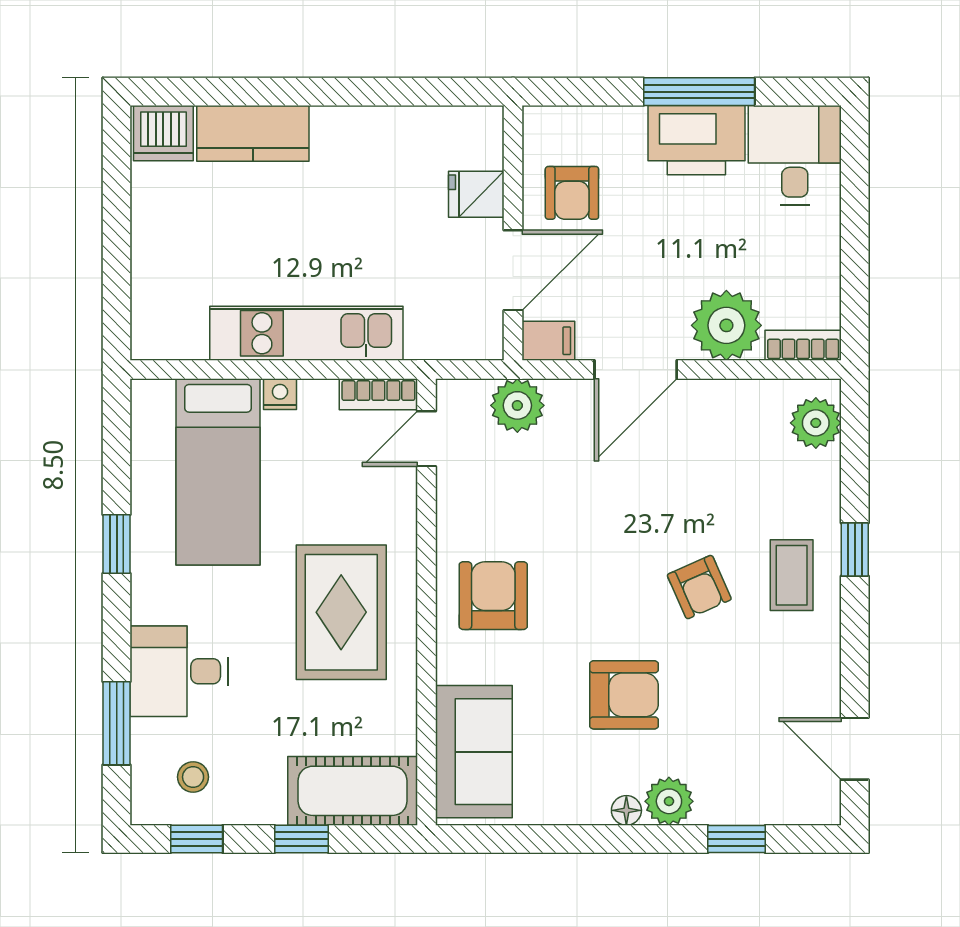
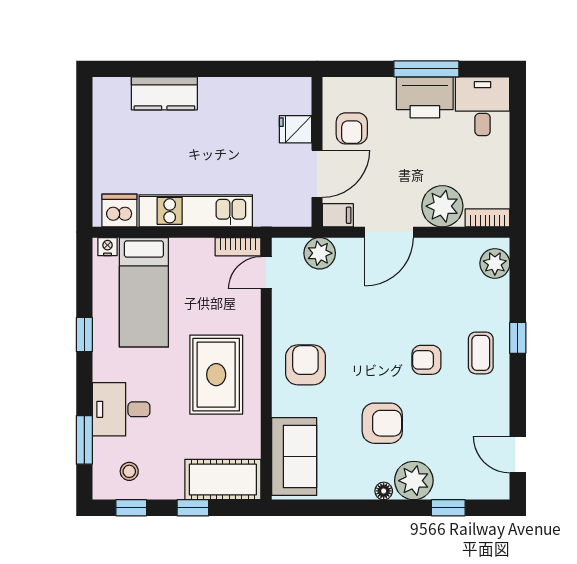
dishwasher: (163, 133) -> (119, 210), moved, turned 180
nightstand: (280, 394) -> (107, 247), moved
armchair: (699, 587) -> (426, 360), turned 114
plant: (669, 801) -> (414, 481), width x1.36, depth x1.36

